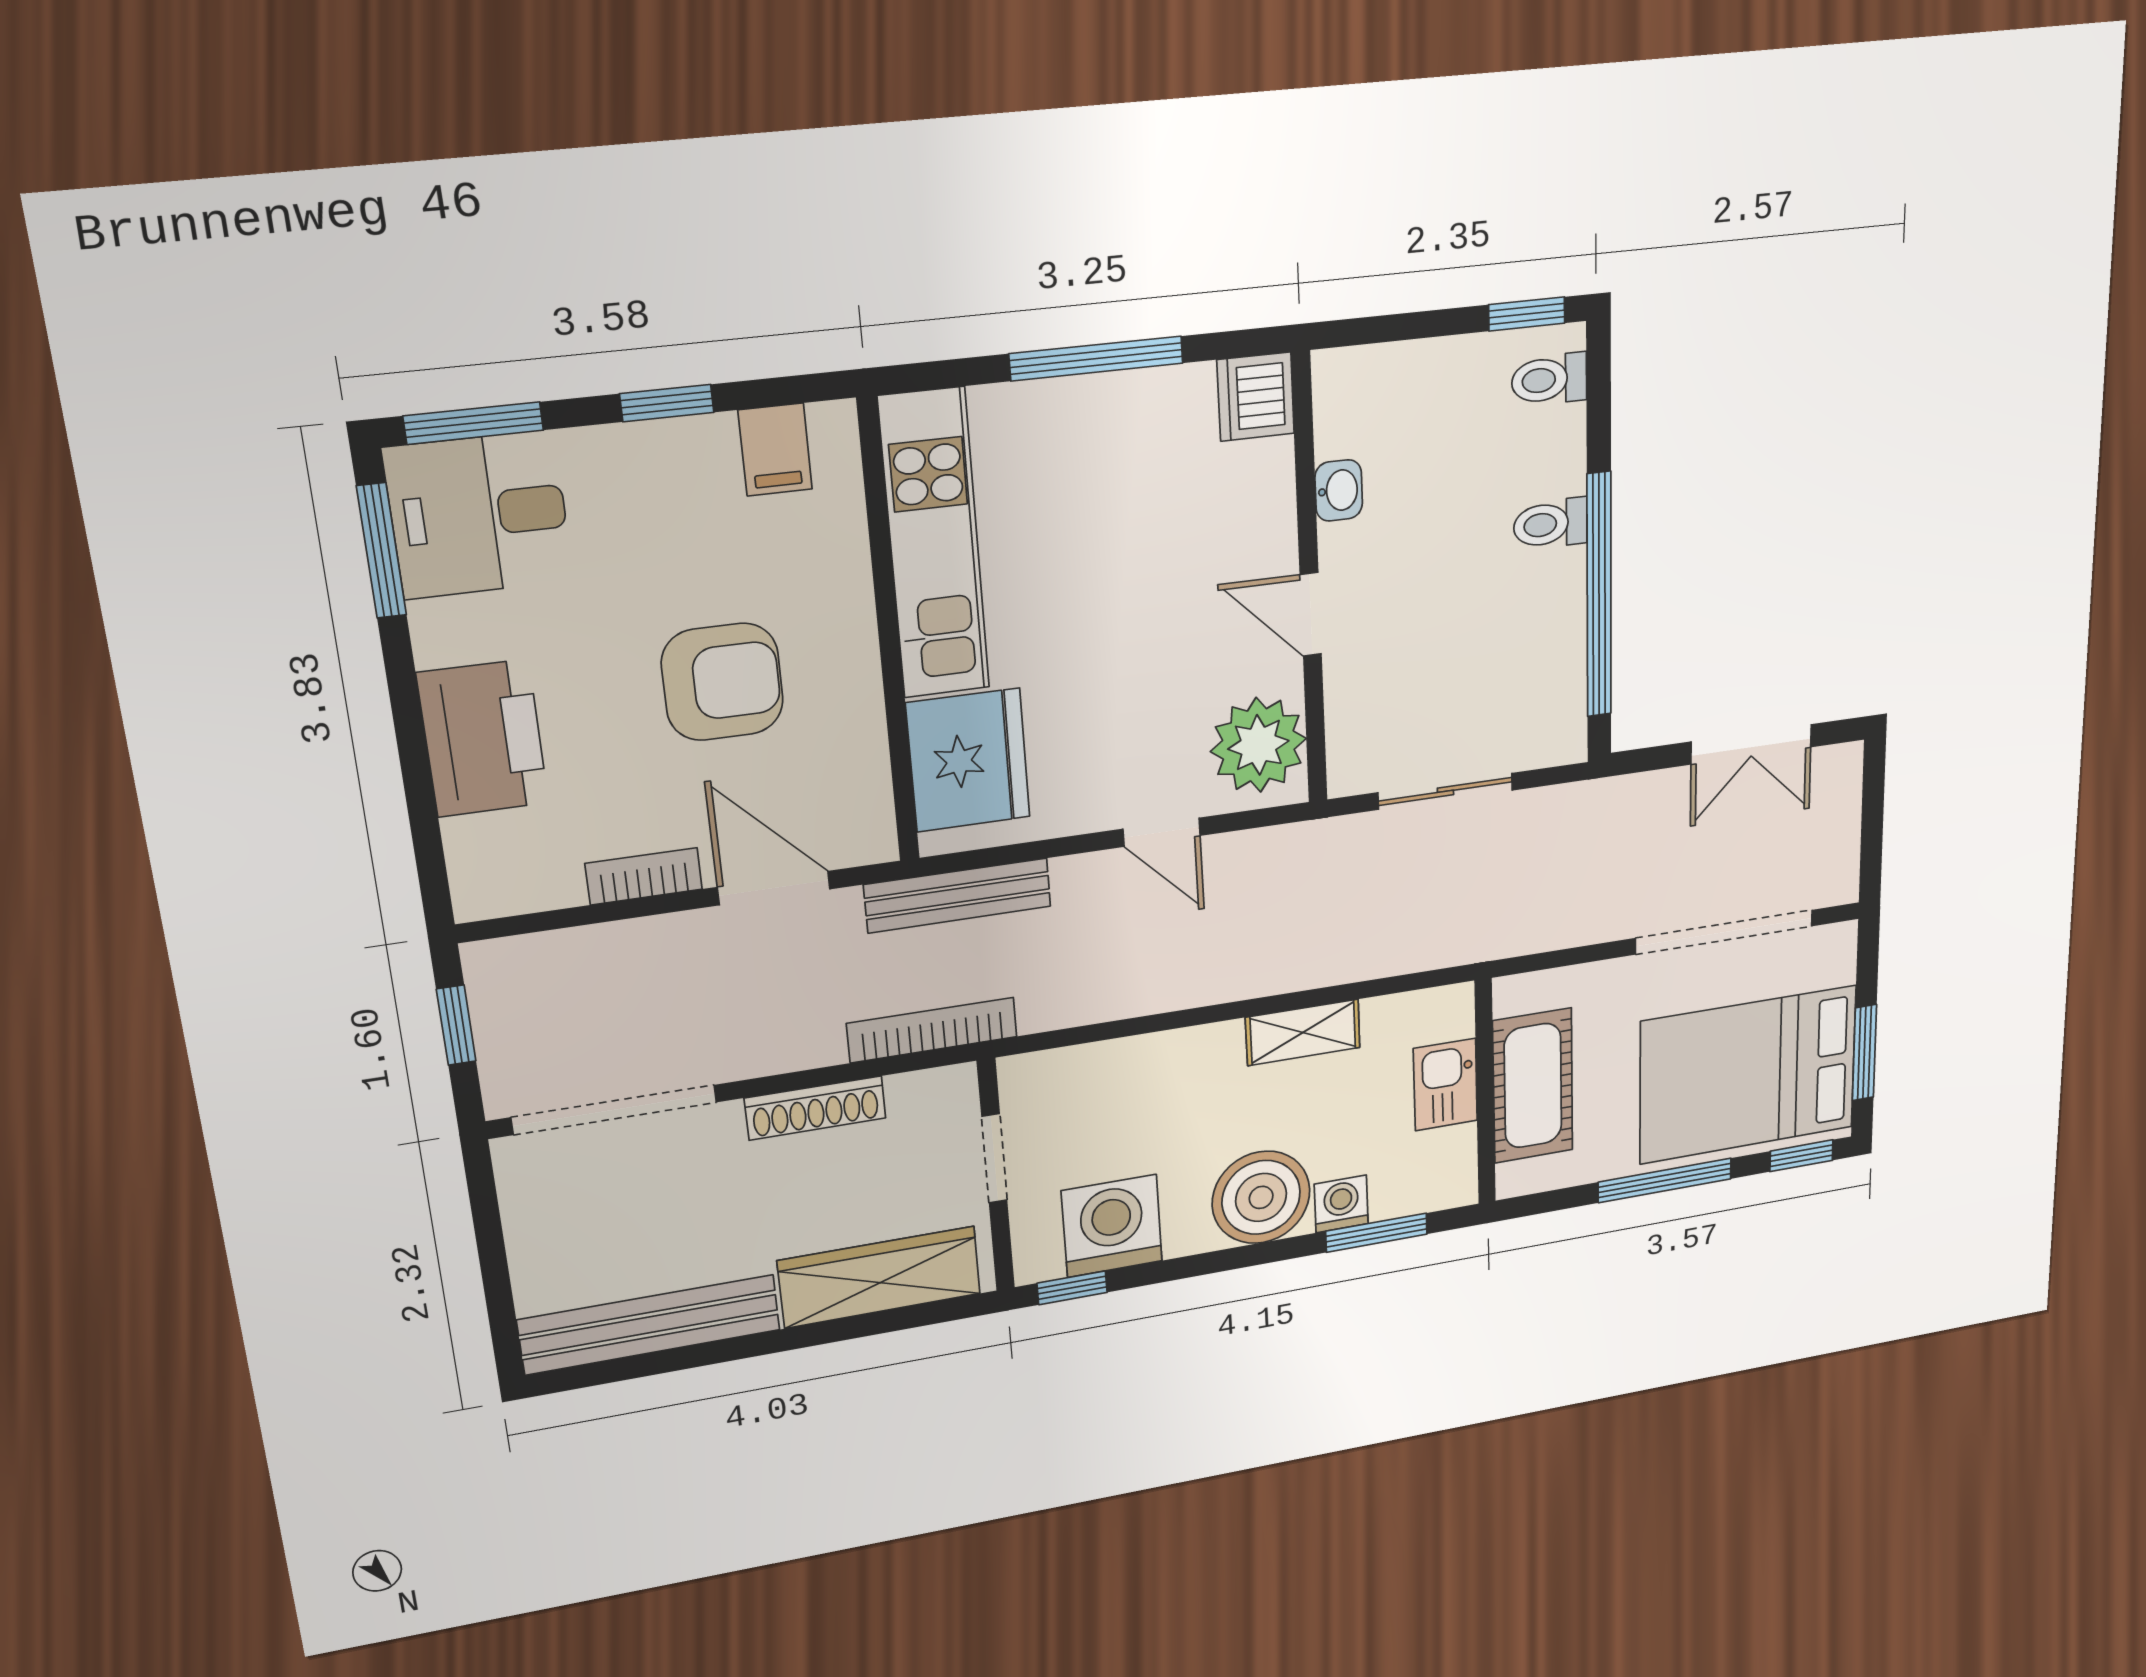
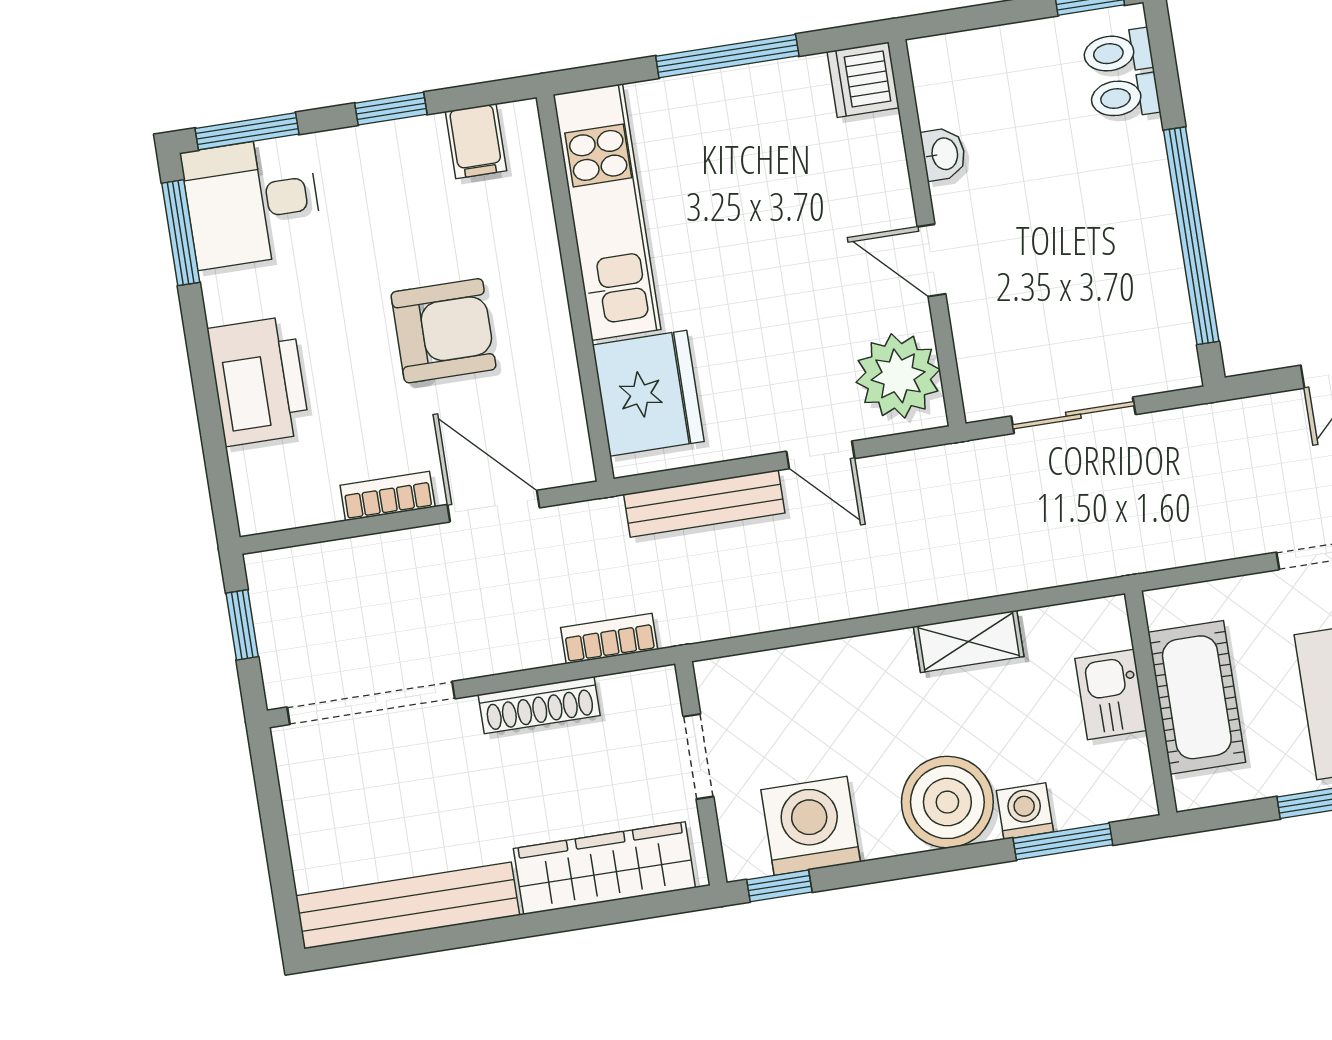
toilet: (1550, 524) -> (1125, 97), moved
bench: (958, 895) -> (704, 504), moved
bookcase: (932, 1030) -> (609, 639), width x0.64

